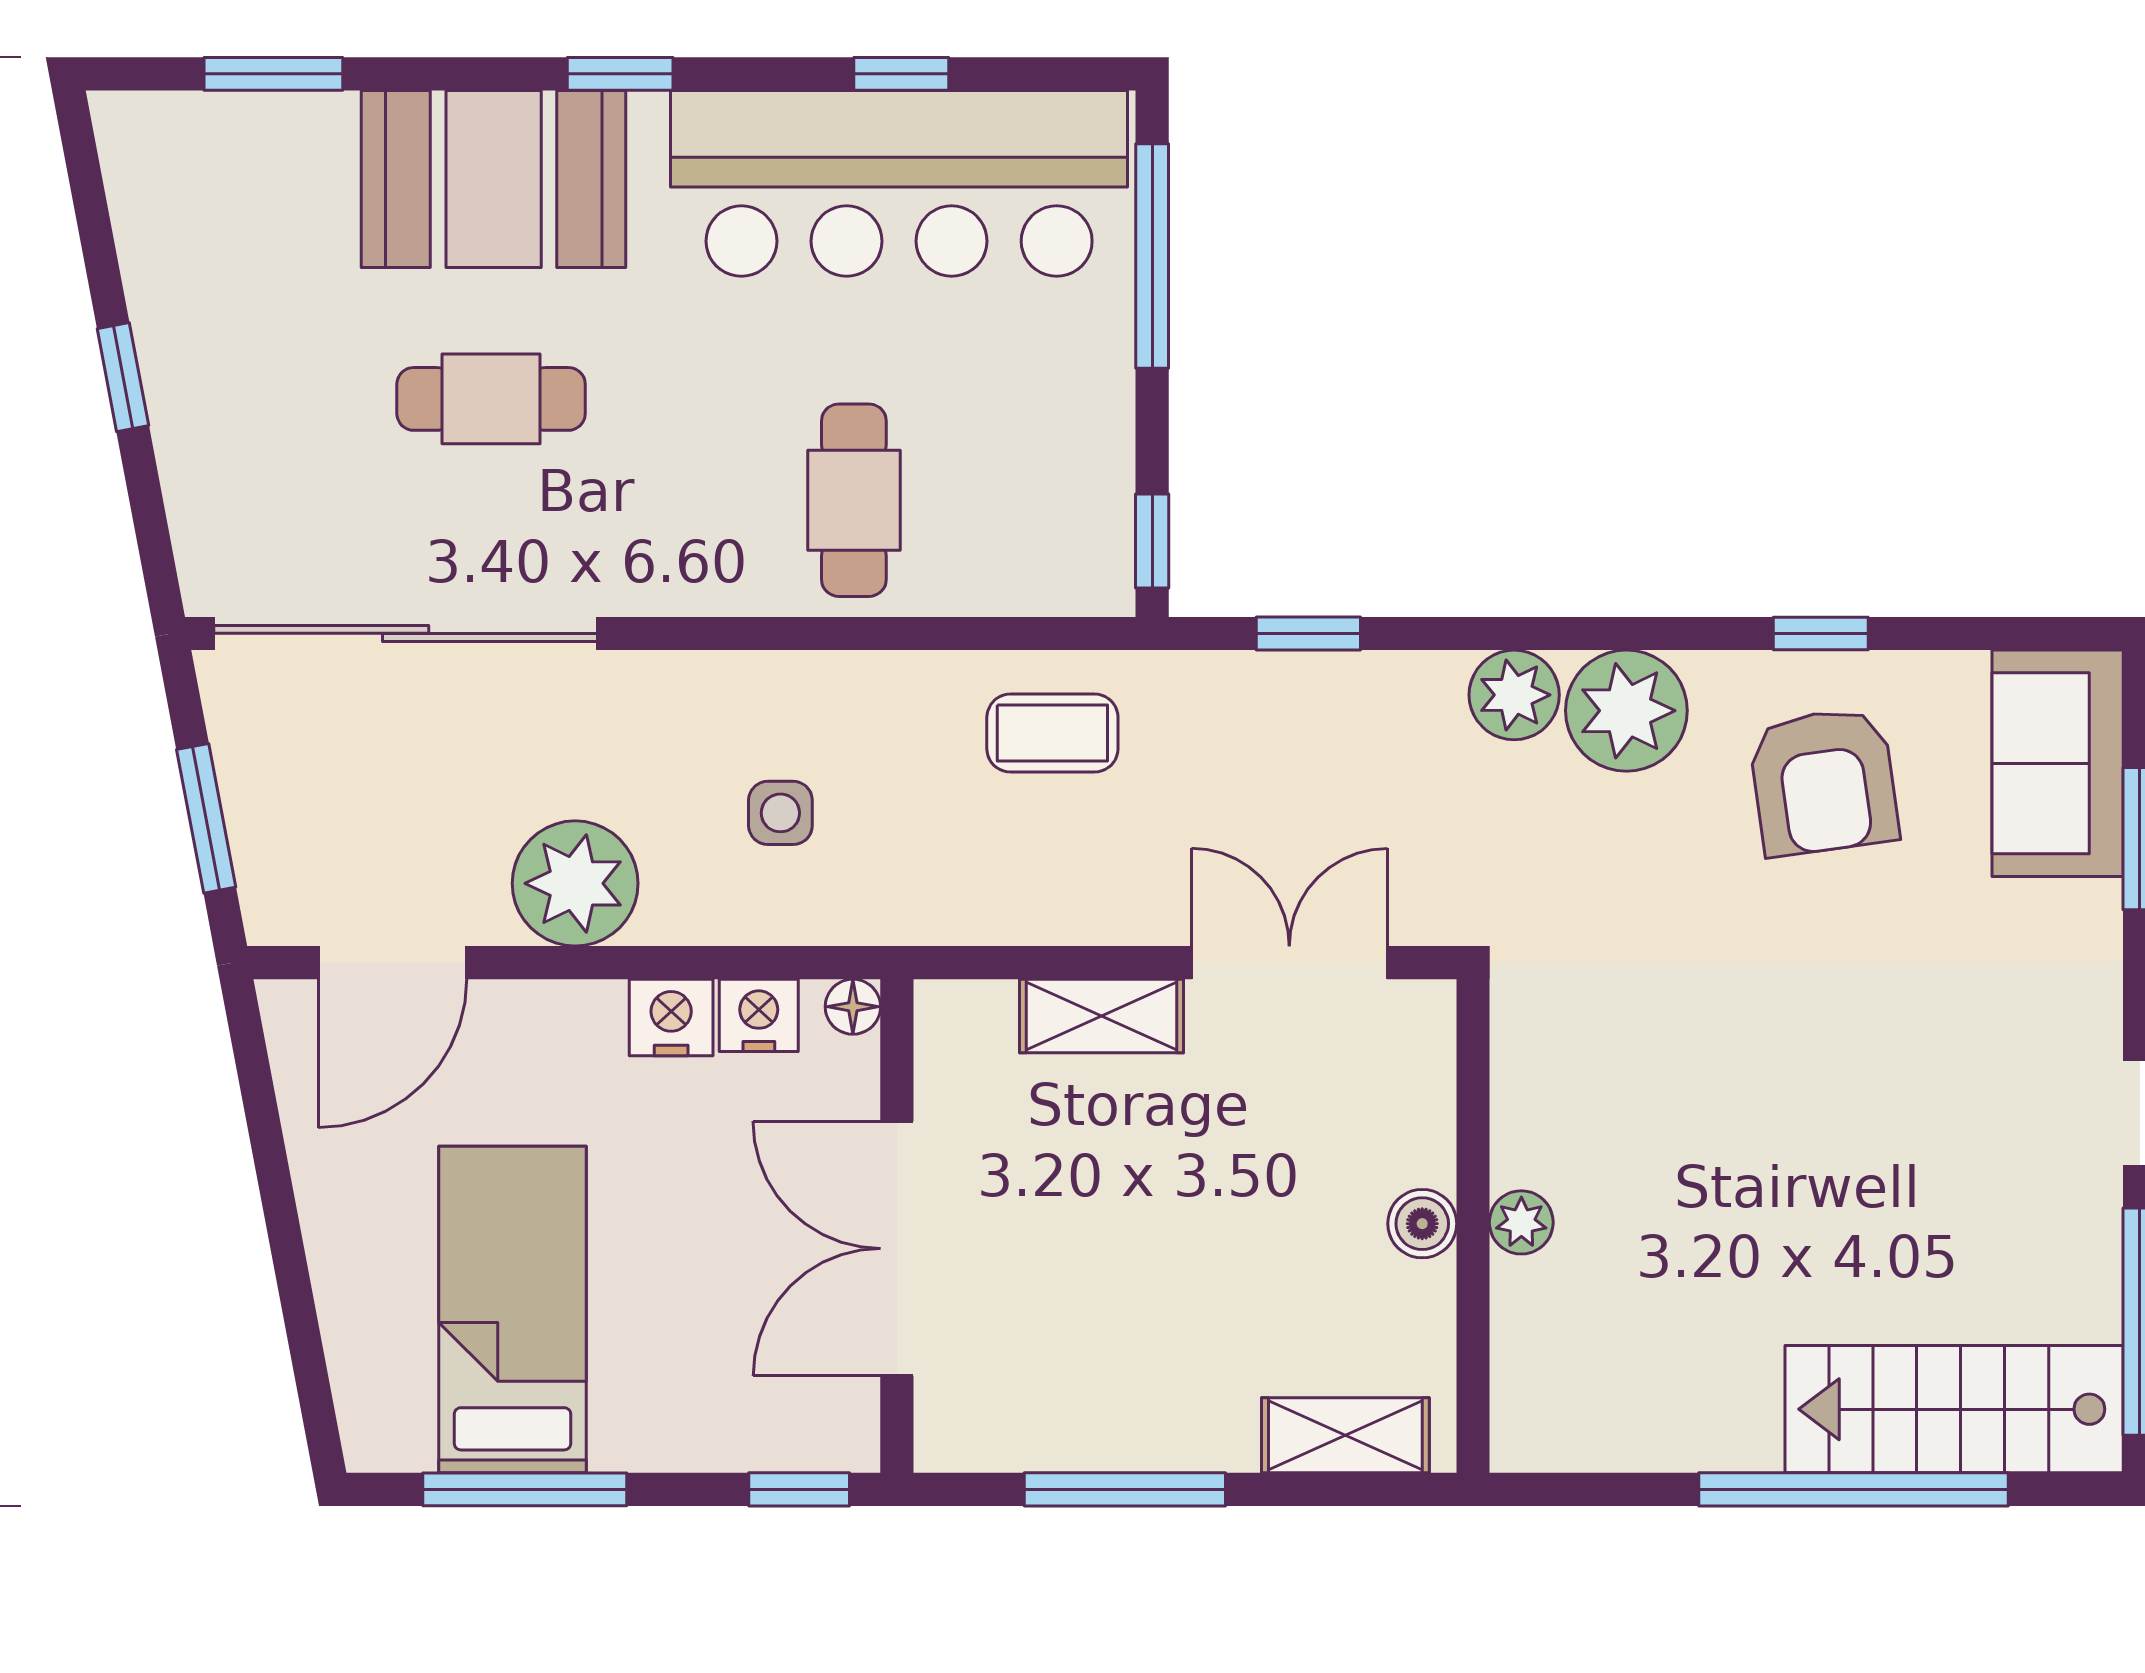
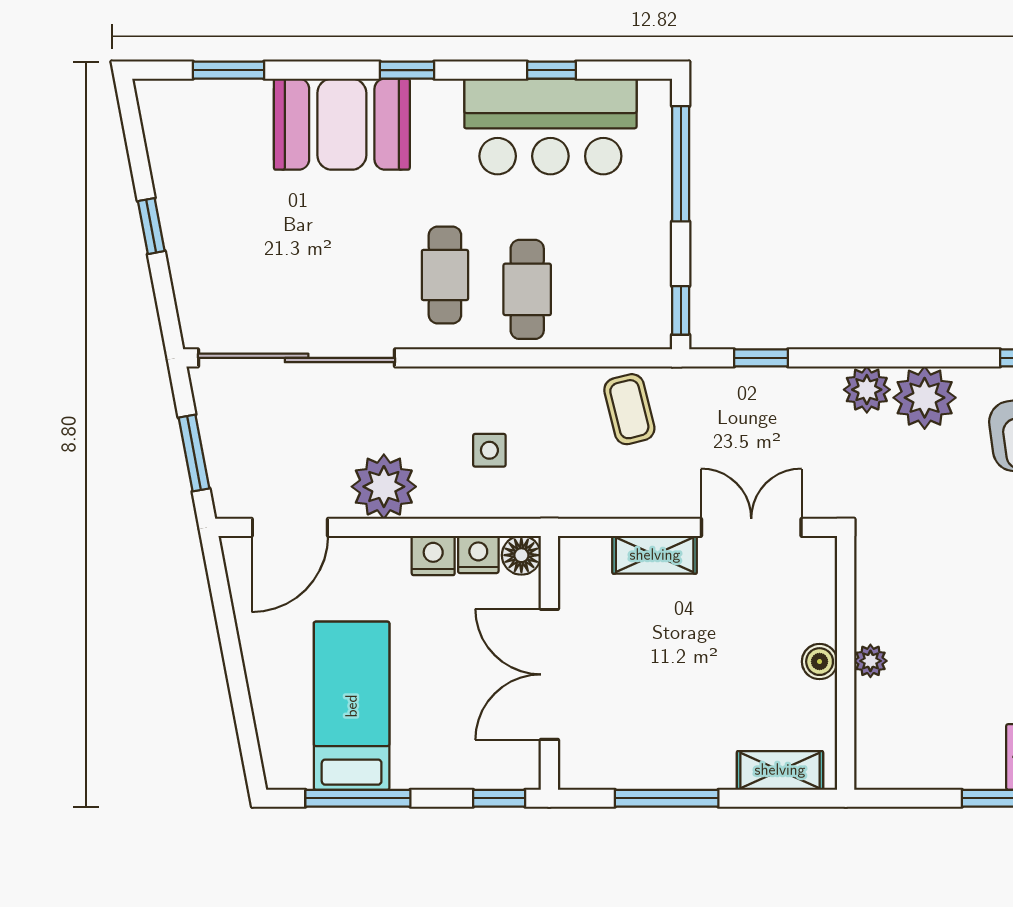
bar counter: (899, 183) -> (550, 126), width x0.73
cafe table: (491, 399) -> (445, 275), moved, turned 90
coffee table: (1052, 733) -> (629, 409), turned 76
floor lamp: (853, 1007) -> (521, 555), width x1.37, depth x1.37

